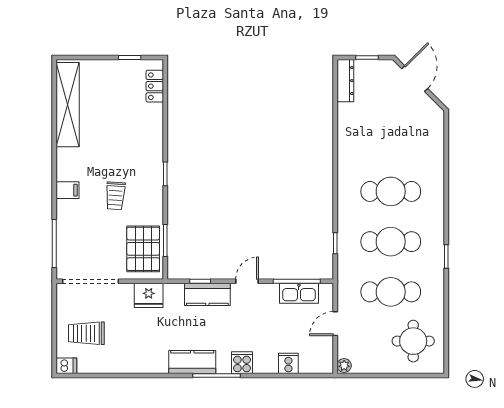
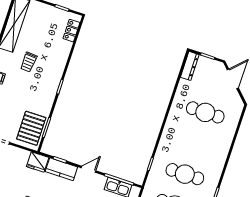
cafe table: (391, 191) -> (205, 112), moved
trolley: (115, 196) -> (29, 62), moved
fridge: (149, 295) -> (38, 162), moved

